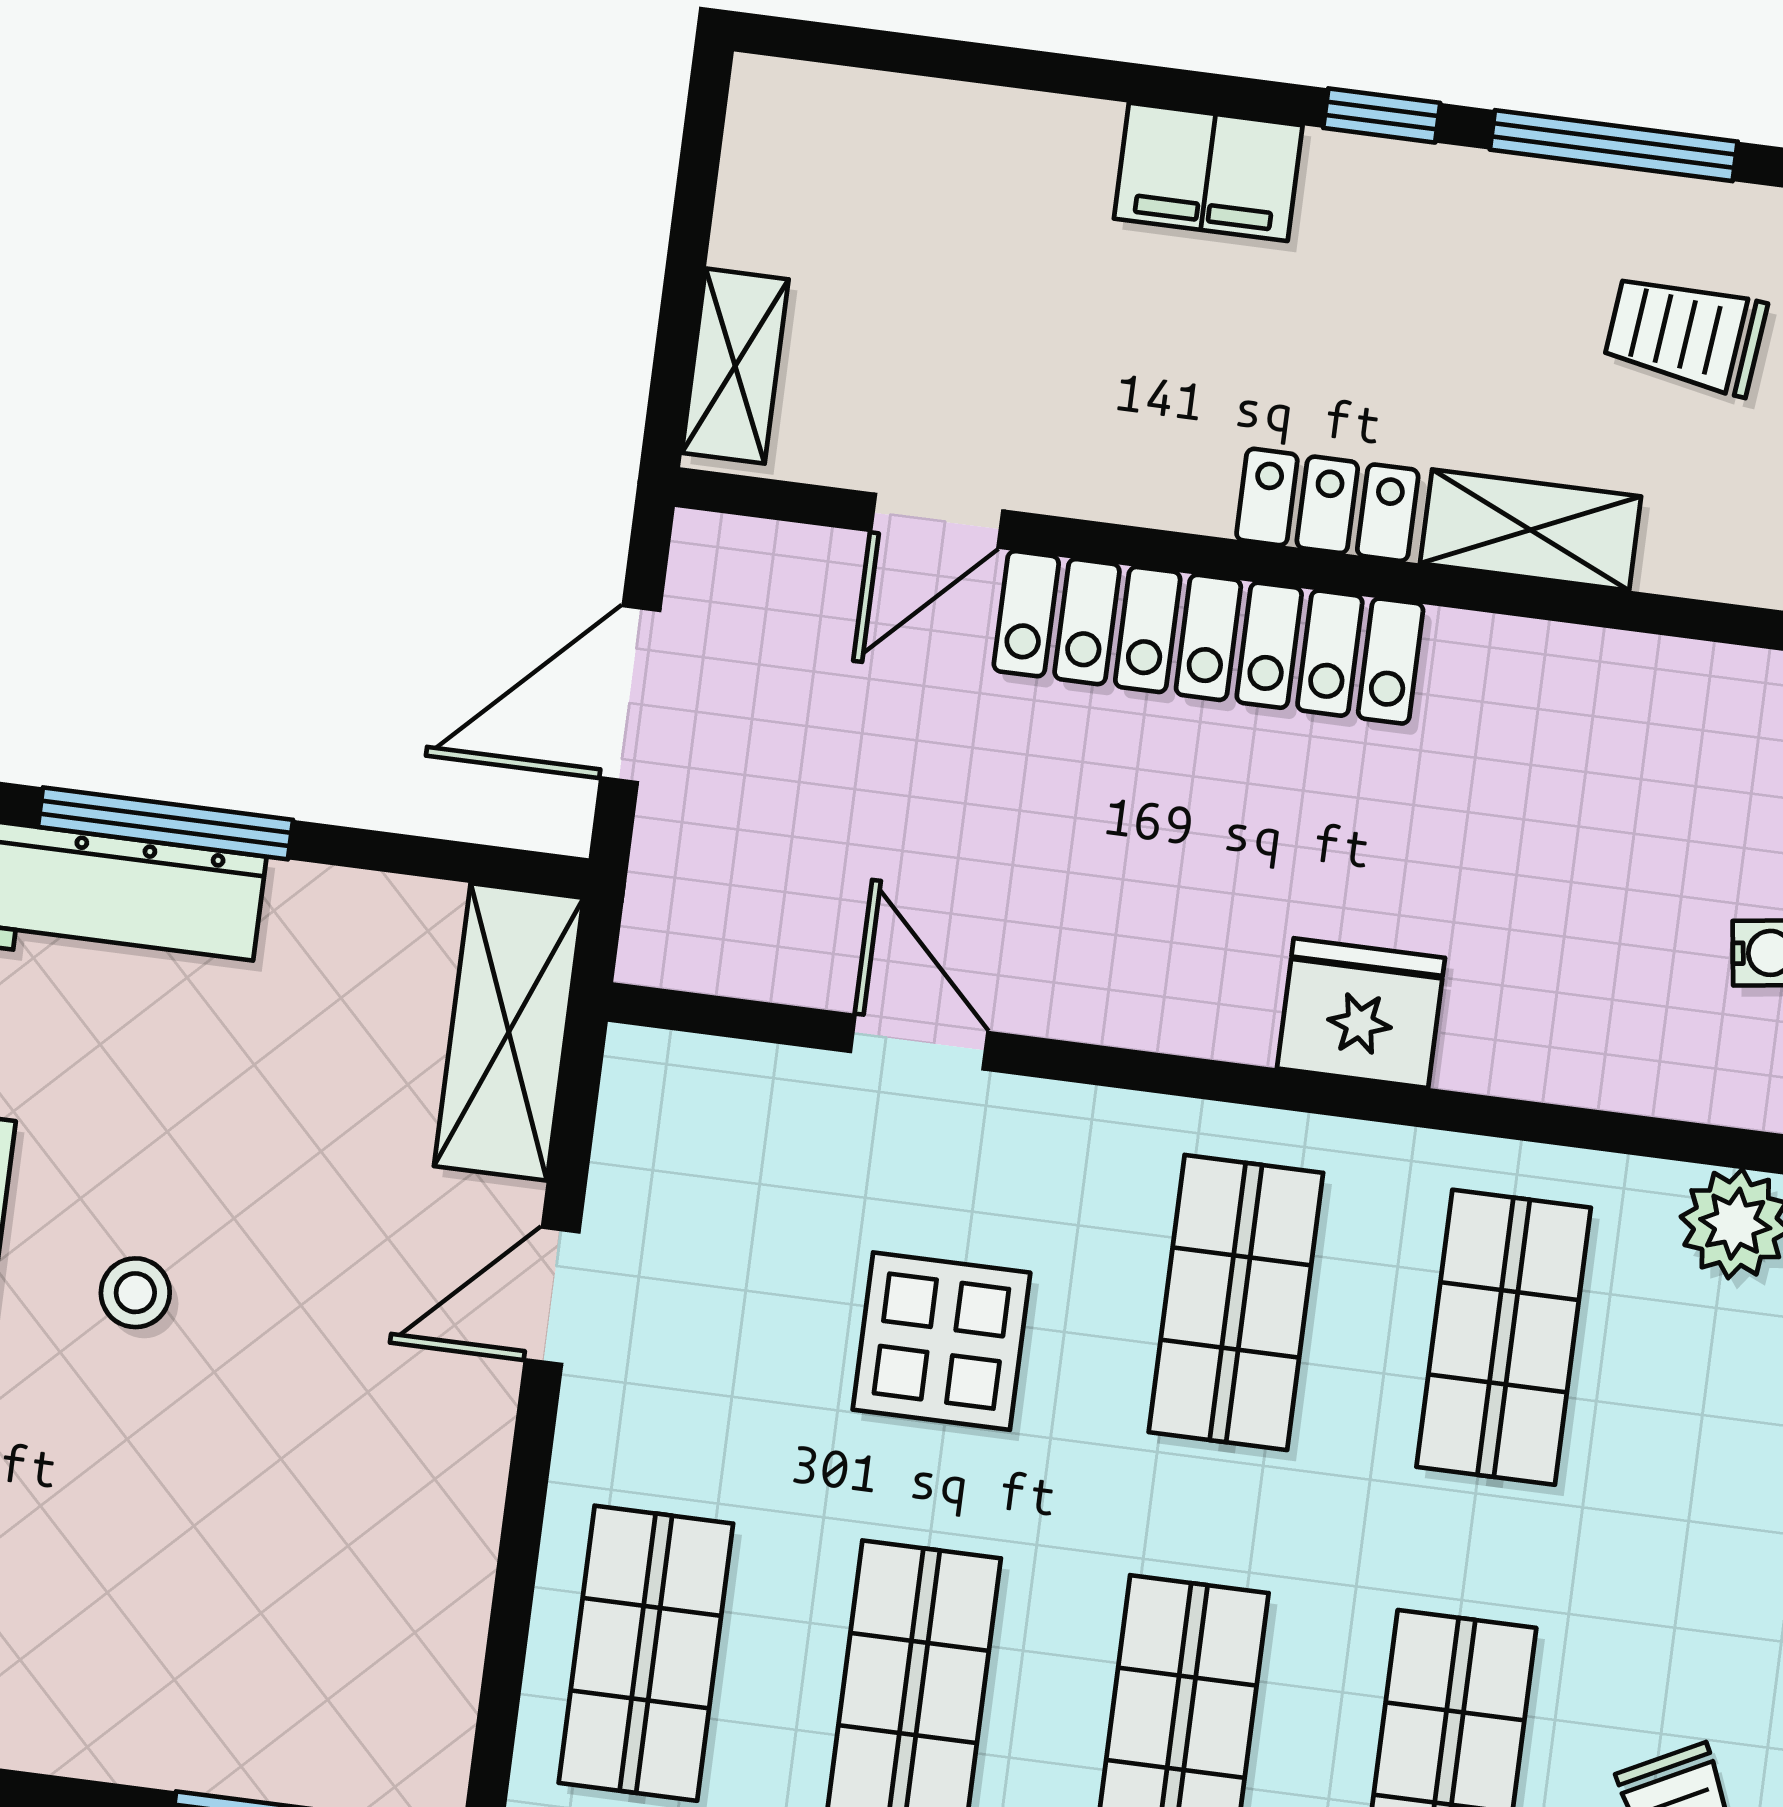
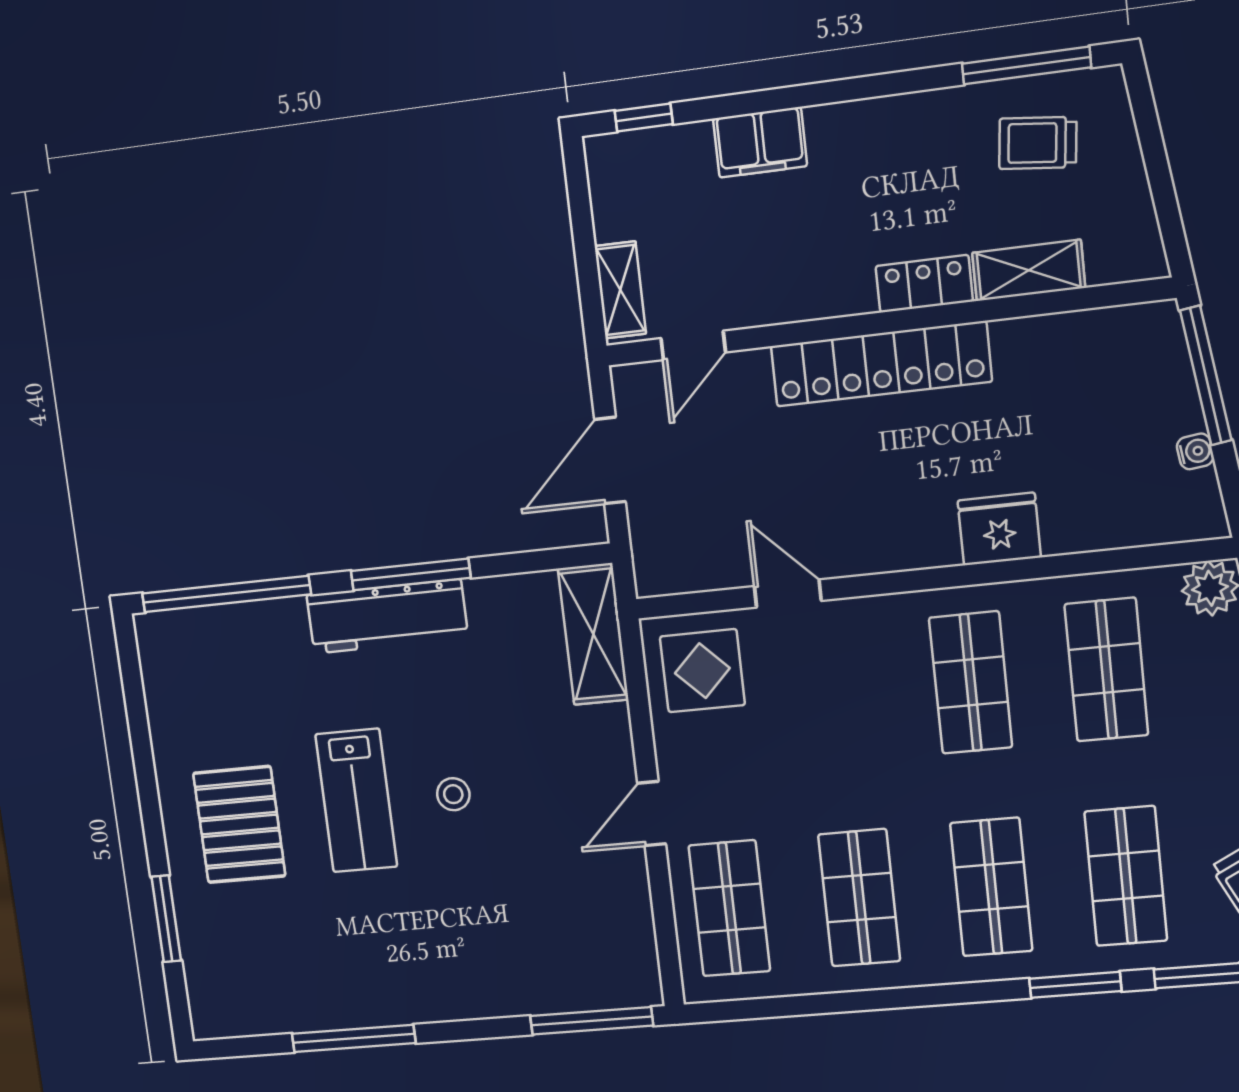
window: (1382, 115) -> (644, 117), moved
filing cabinet: (1208, 172) -> (760, 142), moved
trolley: (1685, 334) -> (1038, 143), moved
door: (937, 521) -> (693, 345), moved
door: (552, 1296) -> (652, 813), moved
display table: (941, 1341) -> (702, 671), moved

